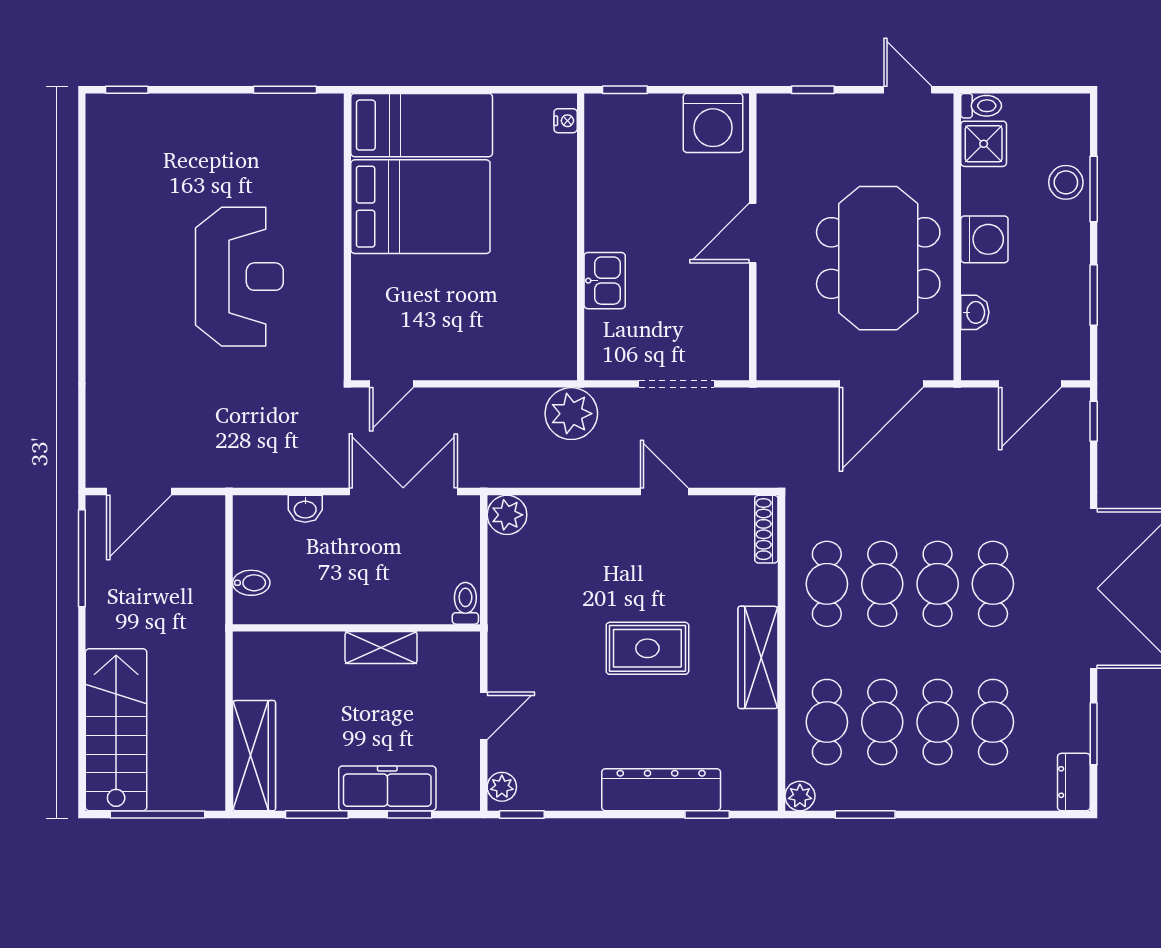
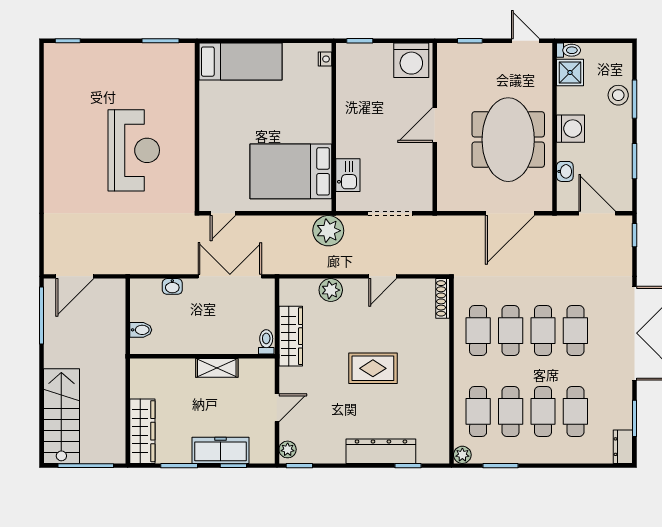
bed: (420, 207) -> (291, 171), moved, turned 180
kitchen sink: (605, 281) -> (348, 175), moved
door: (1030, 384) -> (597, 213), swing flipped
door: (664, 492) -> (383, 276), swing flipped
plant: (507, 515) -> (331, 290), moved
wardrobe: (758, 657) -> (291, 336), moved, turned 180

